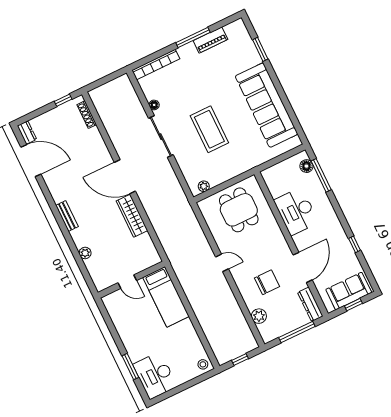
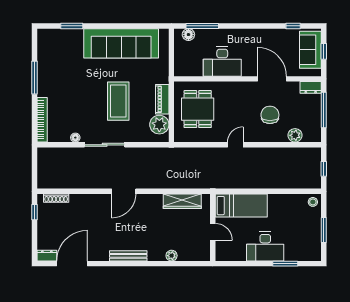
piano: (210, 40) -> (162, 99), moved, turned 180
coffee table: (209, 129) -> (118, 101), turned 90
door: (125, 177) -> (124, 191), width x0.73
plant: (204, 186) -> (159, 125), width x1.87, depth x1.87
dining table: (239, 210) -> (198, 109), turned 90
bench: (67, 216) -> (128, 256), width x1.36
wardrobe: (132, 216) -> (182, 201), moved
window: (355, 244) -> (293, 26), moved
door: (127, 282) -> (213, 232), hinge flipped
dresser: (310, 304) -> (311, 87), width x0.70
desk: (155, 375) -> (265, 247), moved
window: (181, 388) -> (324, 230), added

